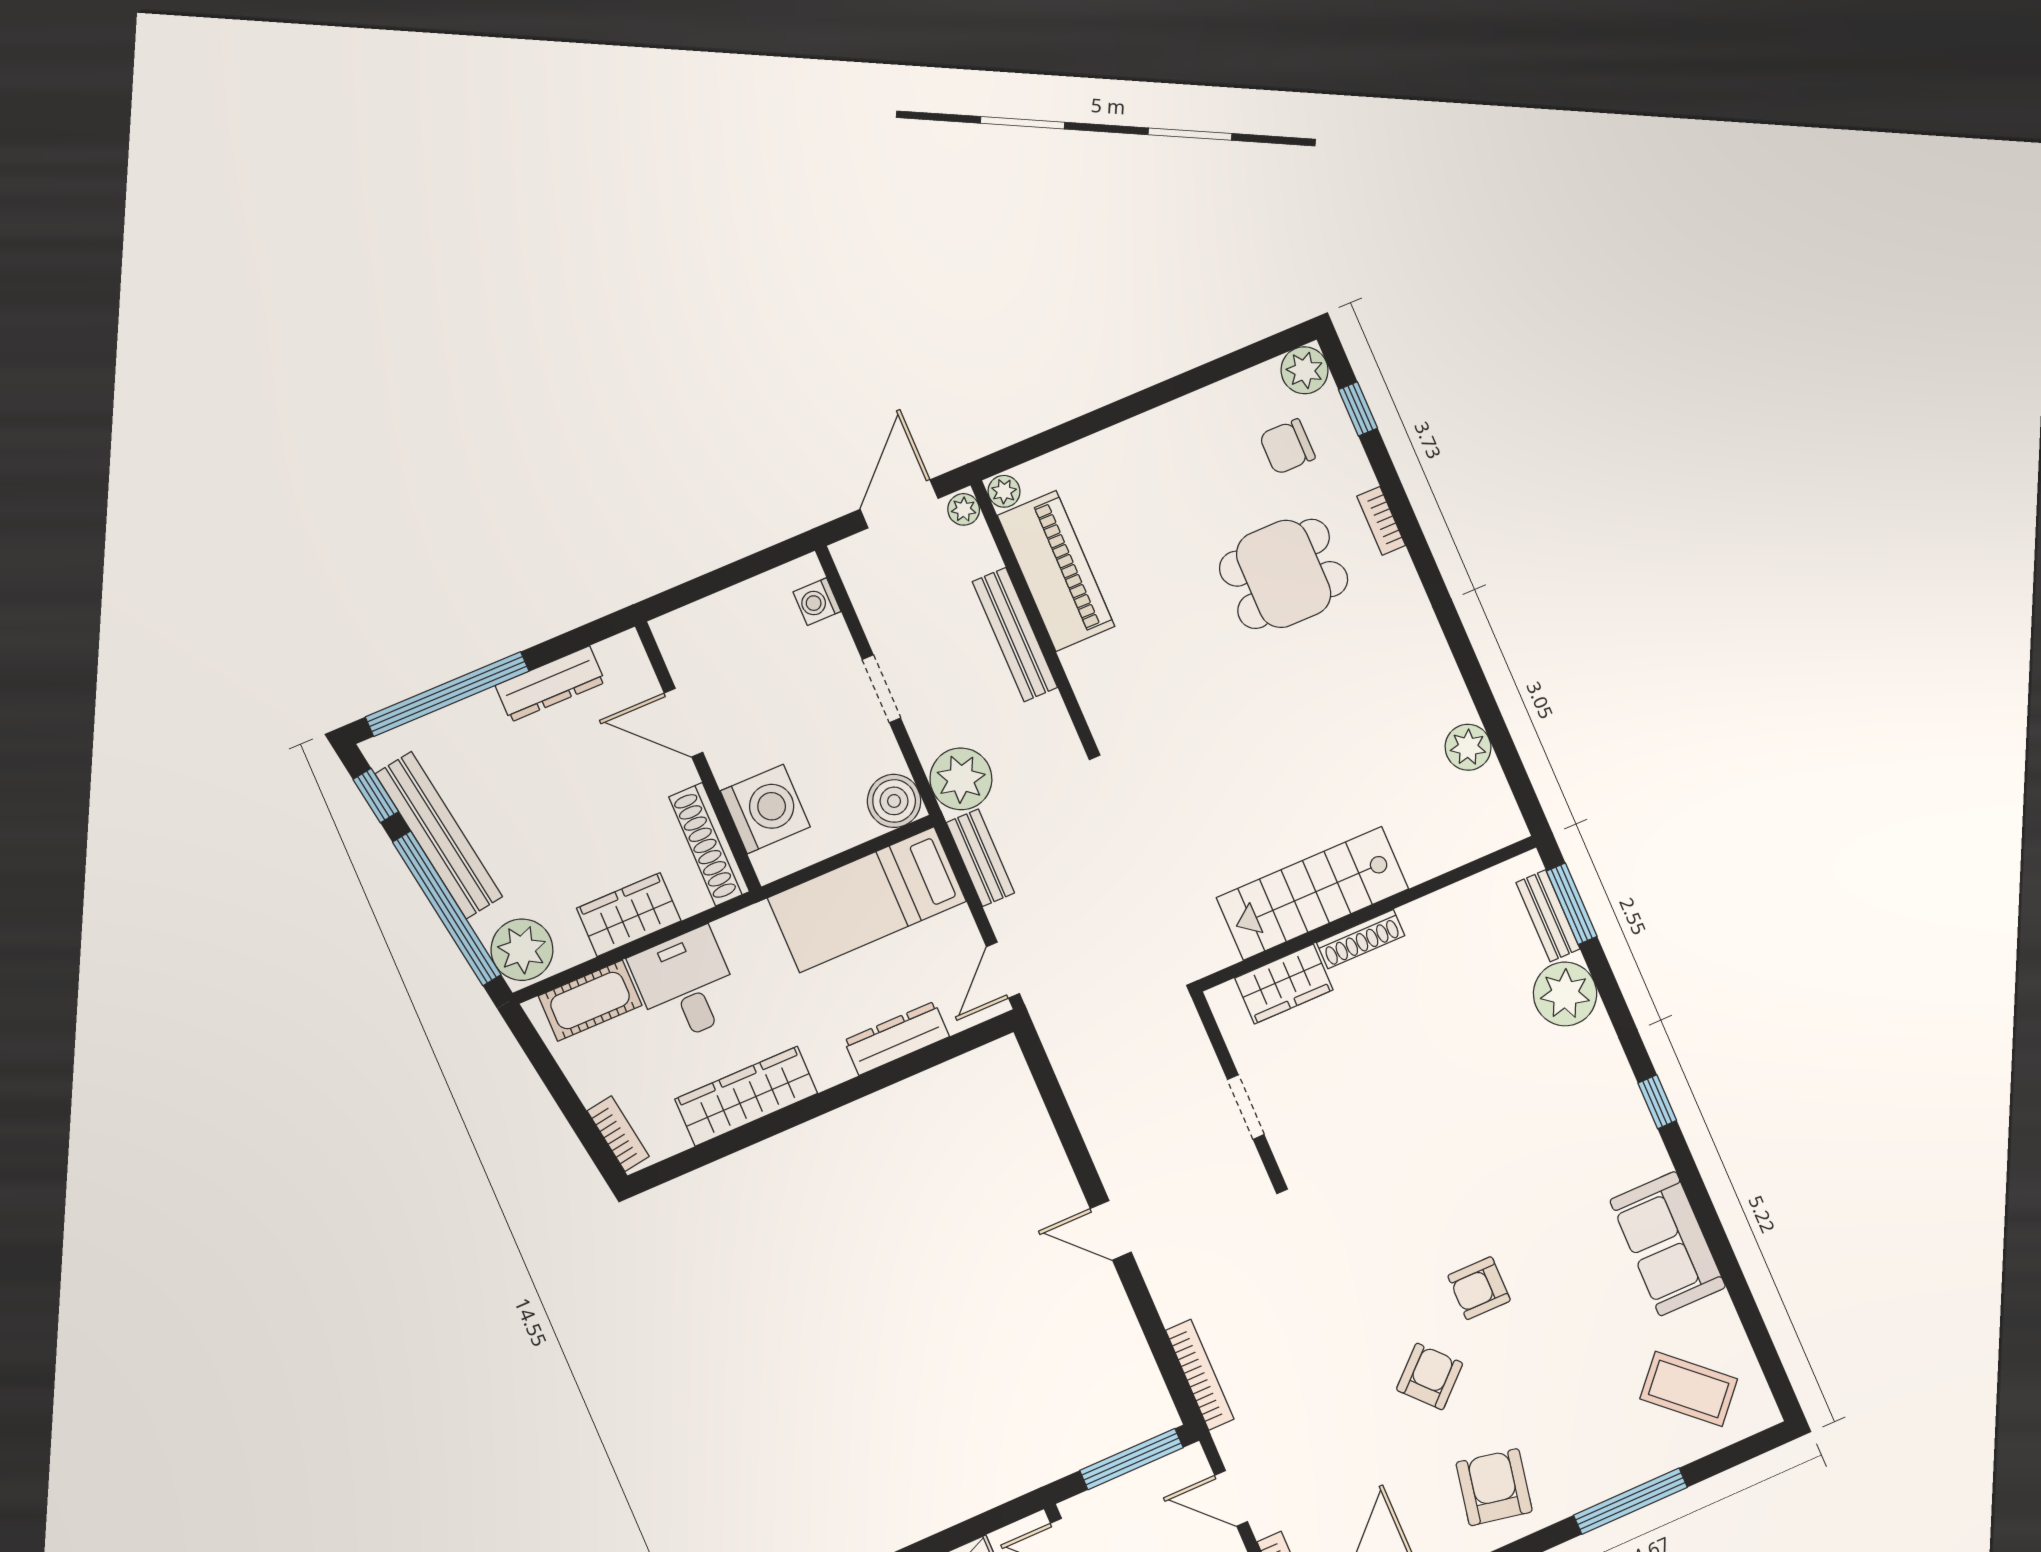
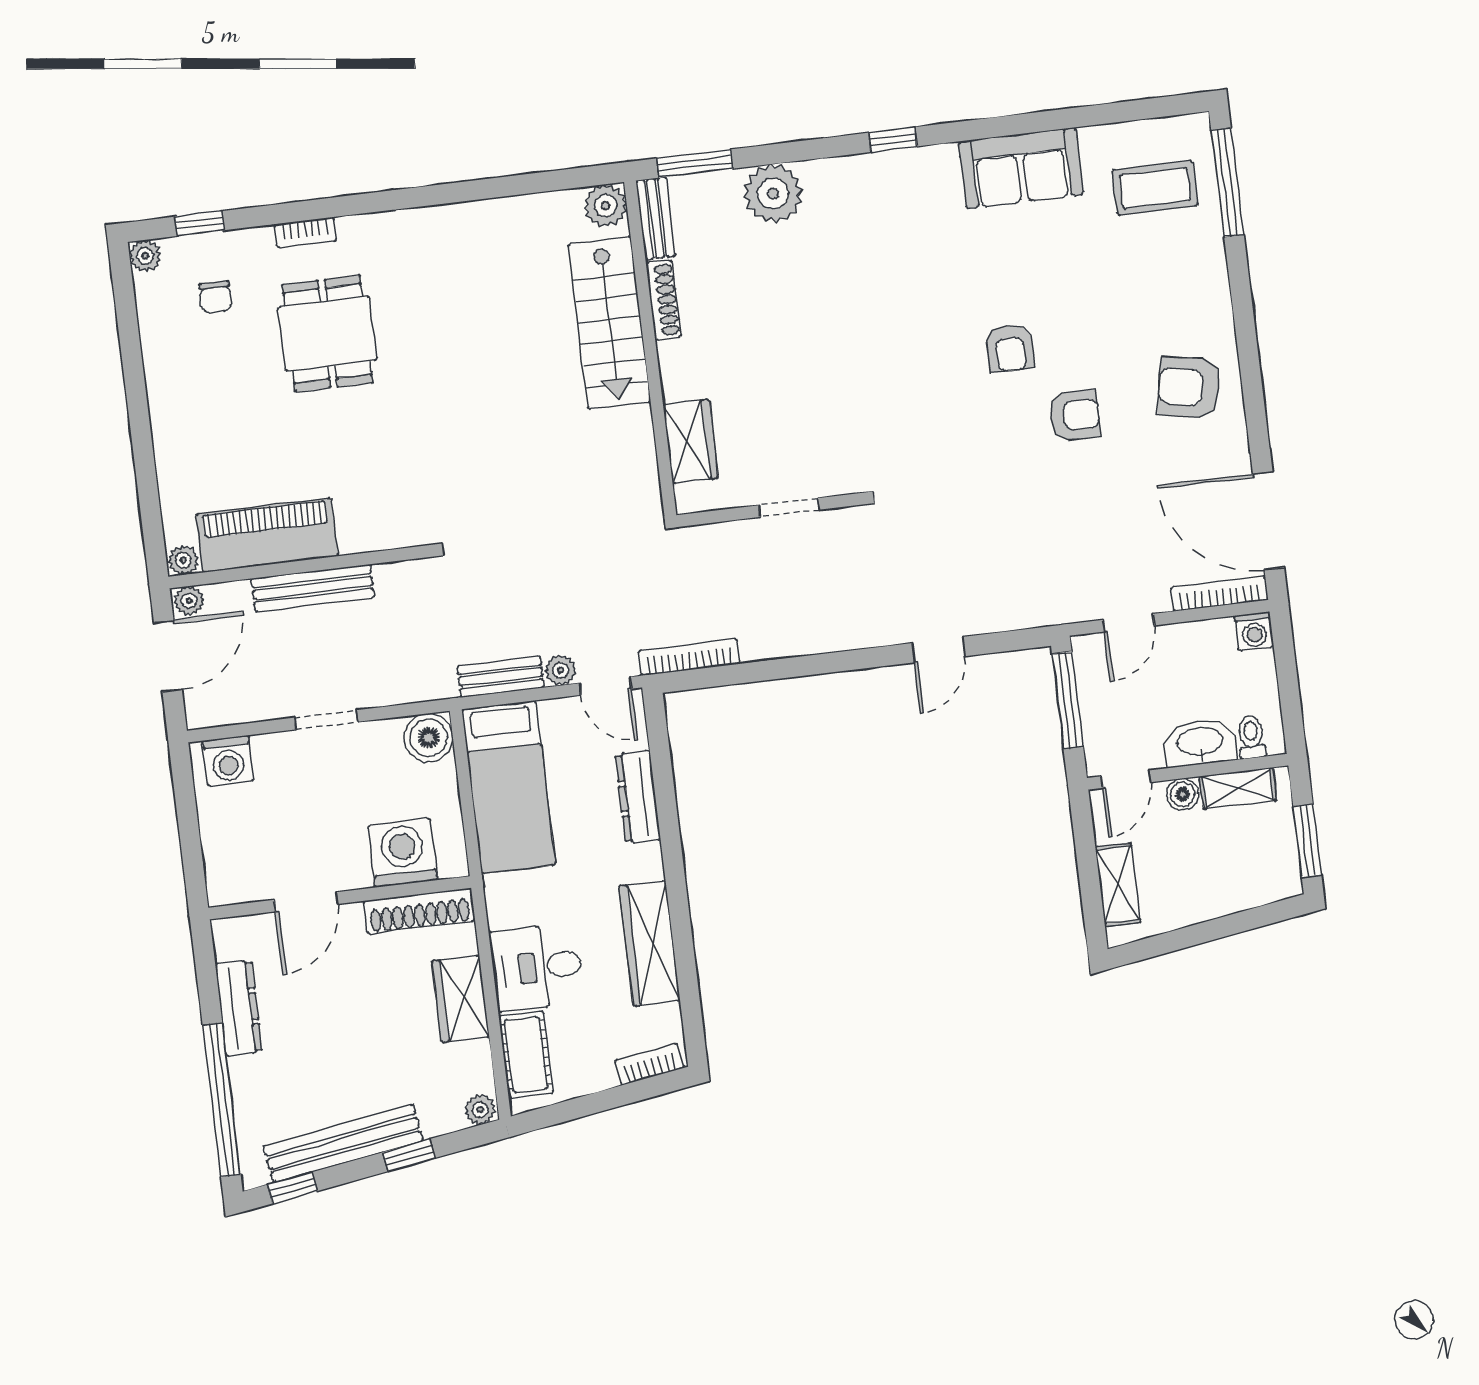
plant: (1305, 370) -> (145, 256), width x0.73, depth x0.73
chair: (1287, 447) -> (215, 297), width x0.73, depth x0.73
door: (899, 504) -> (168, 656), swing flipped
washing machine: (817, 602) -> (228, 761), width x1.38, depth x1.38
plant: (1468, 747) -> (606, 206), moved
plant: (961, 779) -> (561, 670), moved, width x0.53, depth x0.53
stairs: (1313, 893) -> (609, 323), moved
window: (447, 908) -> (409, 1155), width x0.32
bench: (1548, 916) -> (656, 218), moved, turned 90
shoe rack: (1361, 939) -> (663, 300), moved
plant: (522, 950) -> (480, 1110), width x0.53, depth x0.53
door: (1111, 1230) -> (939, 650), moved
bookcase: (1200, 1375) -> (689, 657), moved
armchair: (1430, 1376) -> (1075, 415), turned 133
coffee table: (1689, 1389) -> (1155, 188), turned 48
window: (1630, 1501) -> (1228, 182), moved

